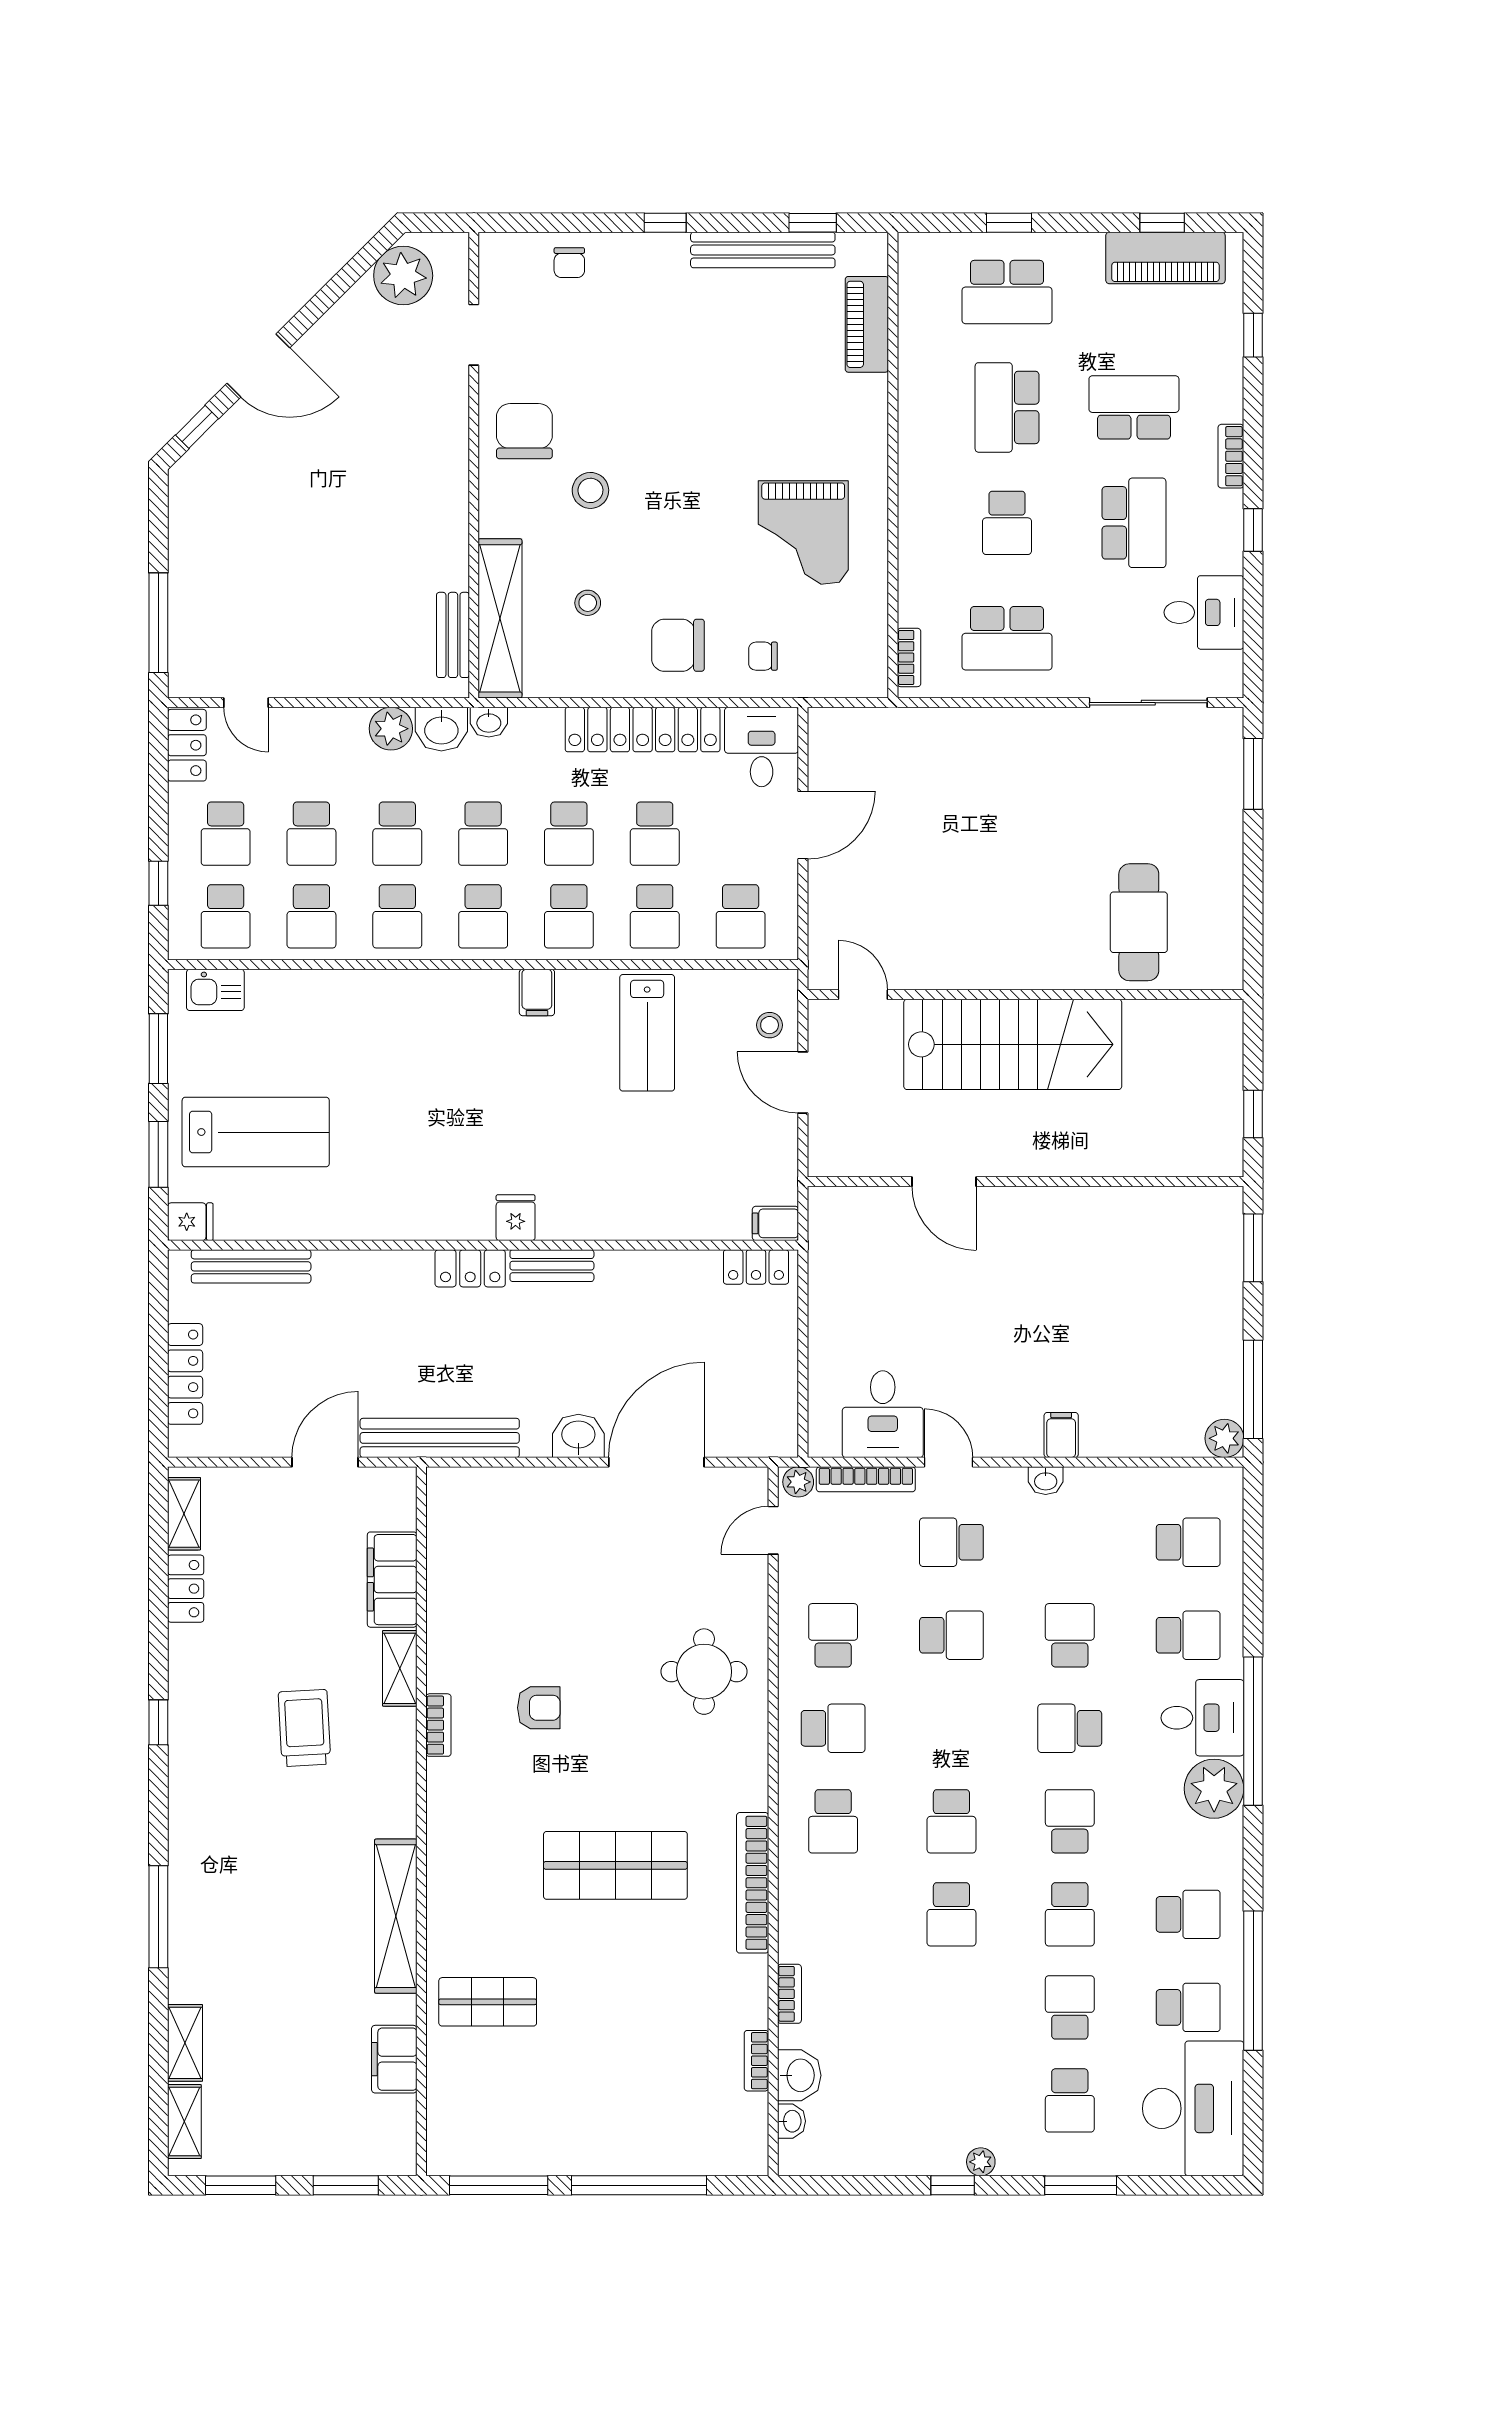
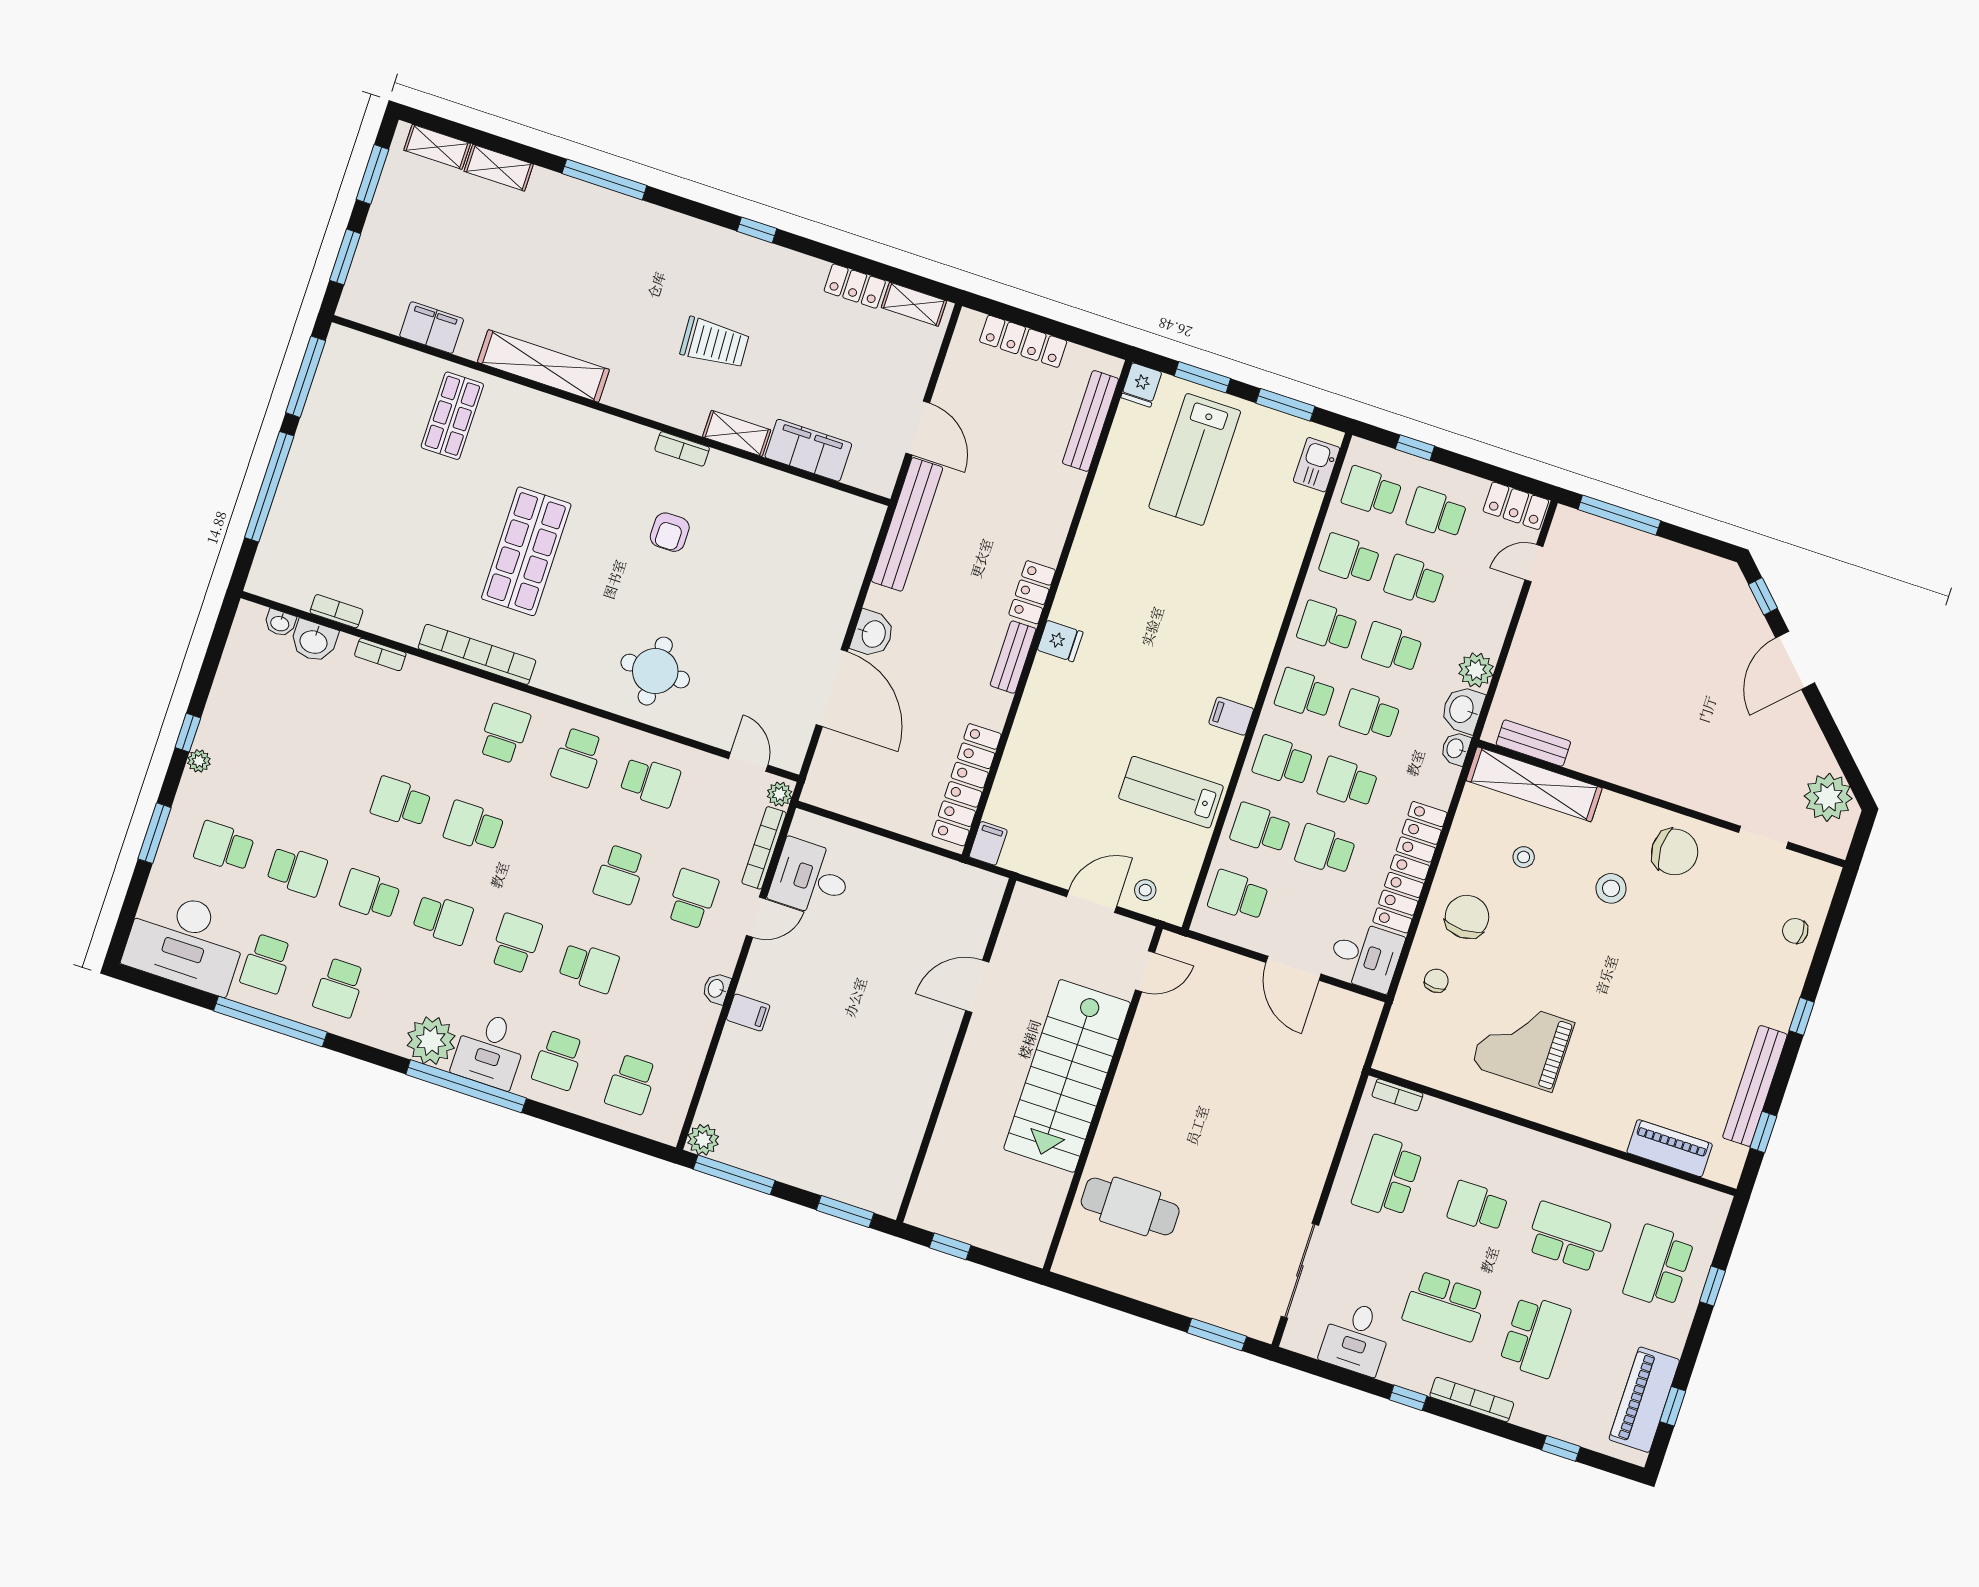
bookcase: (1231, 456) -> (1472, 1400), width x1.56
locker: (756, 1267) -> (967, 785), width x2.16, depth x1.21
school desk: (833, 1821) -> (504, 733), turned 90

